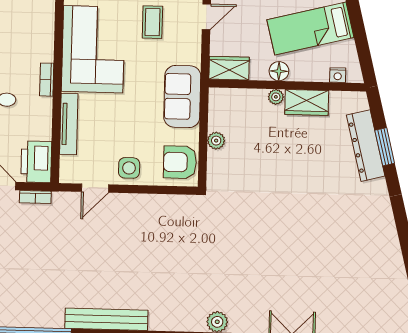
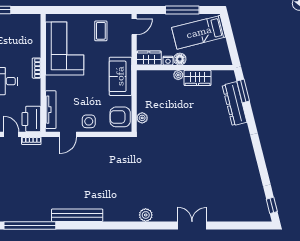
nightstand: (338, 75) -> (168, 61), moved
tv unit: (69, 124) -> (51, 110), moved
plant: (216, 141) -> (142, 118), moved
window: (385, 147) -> (243, 91), moved

